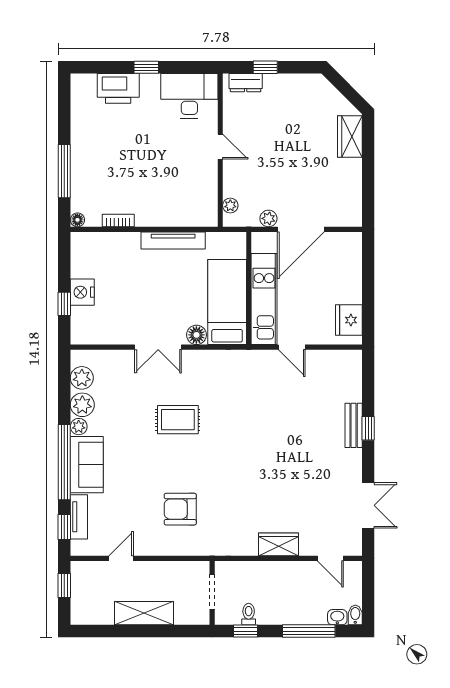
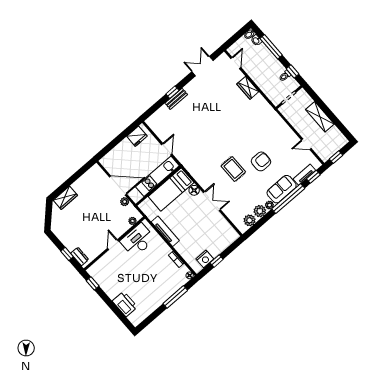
window: (146, 67) -> (93, 283), moved
desk: (189, 96) -> (138, 240), moved, turned 90
nightstand: (82, 292) -> (205, 259), moved
window: (64, 304) -> (217, 261), moved
armchair: (180, 509) -> (261, 161), moved, turned -90

